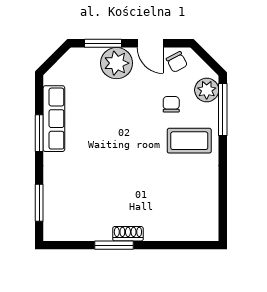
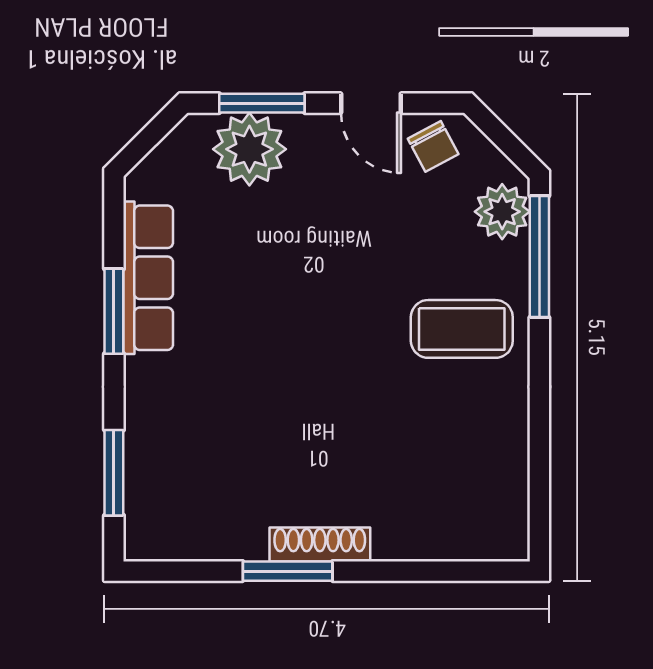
plant: (116, 63) -> (249, 149), moved
chair: (171, 104) -> (420, 245), removed
shoe rack: (128, 234) -> (320, 545), width x1.43

